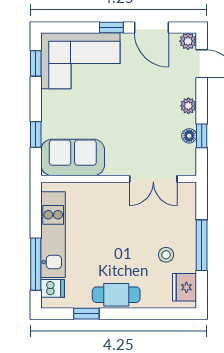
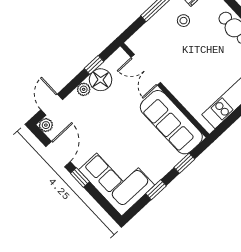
window: (36, 63) -> (156, 190), moved
floor lamp: (189, 136) -> (101, 80), width x1.89, depth x1.89
sofa: (73, 157) -> (171, 122), width x1.36
double door: (153, 179) -> (146, 70), swing flipped

